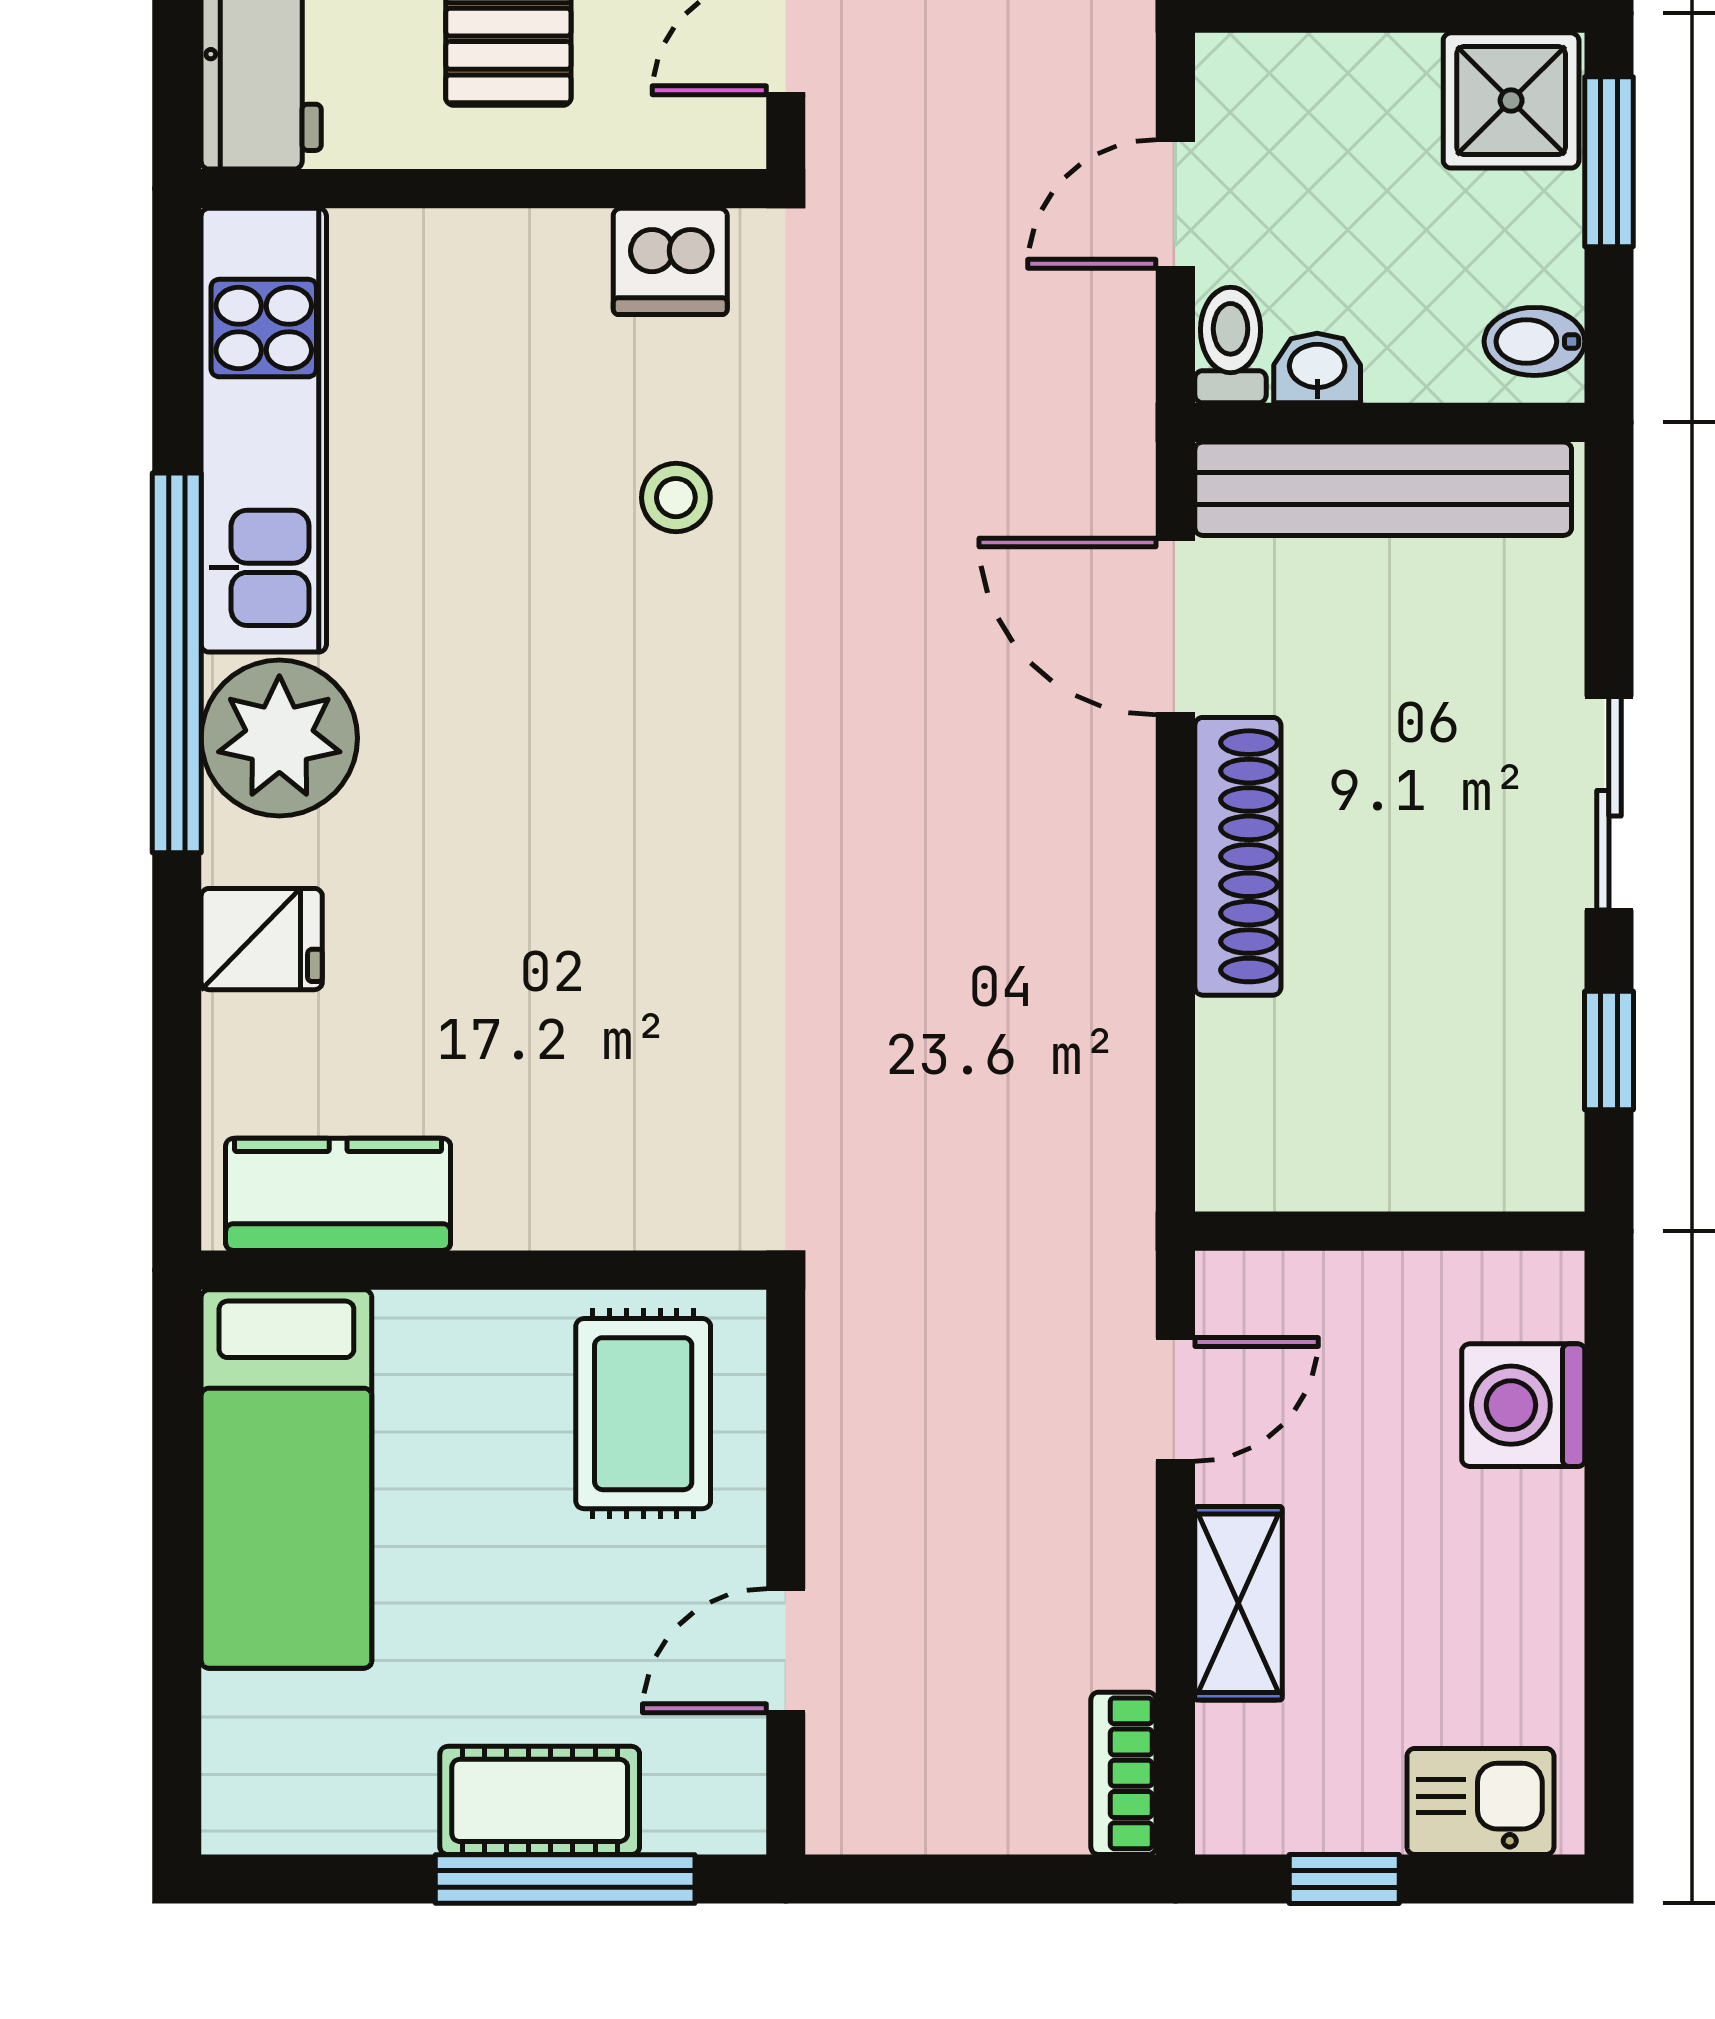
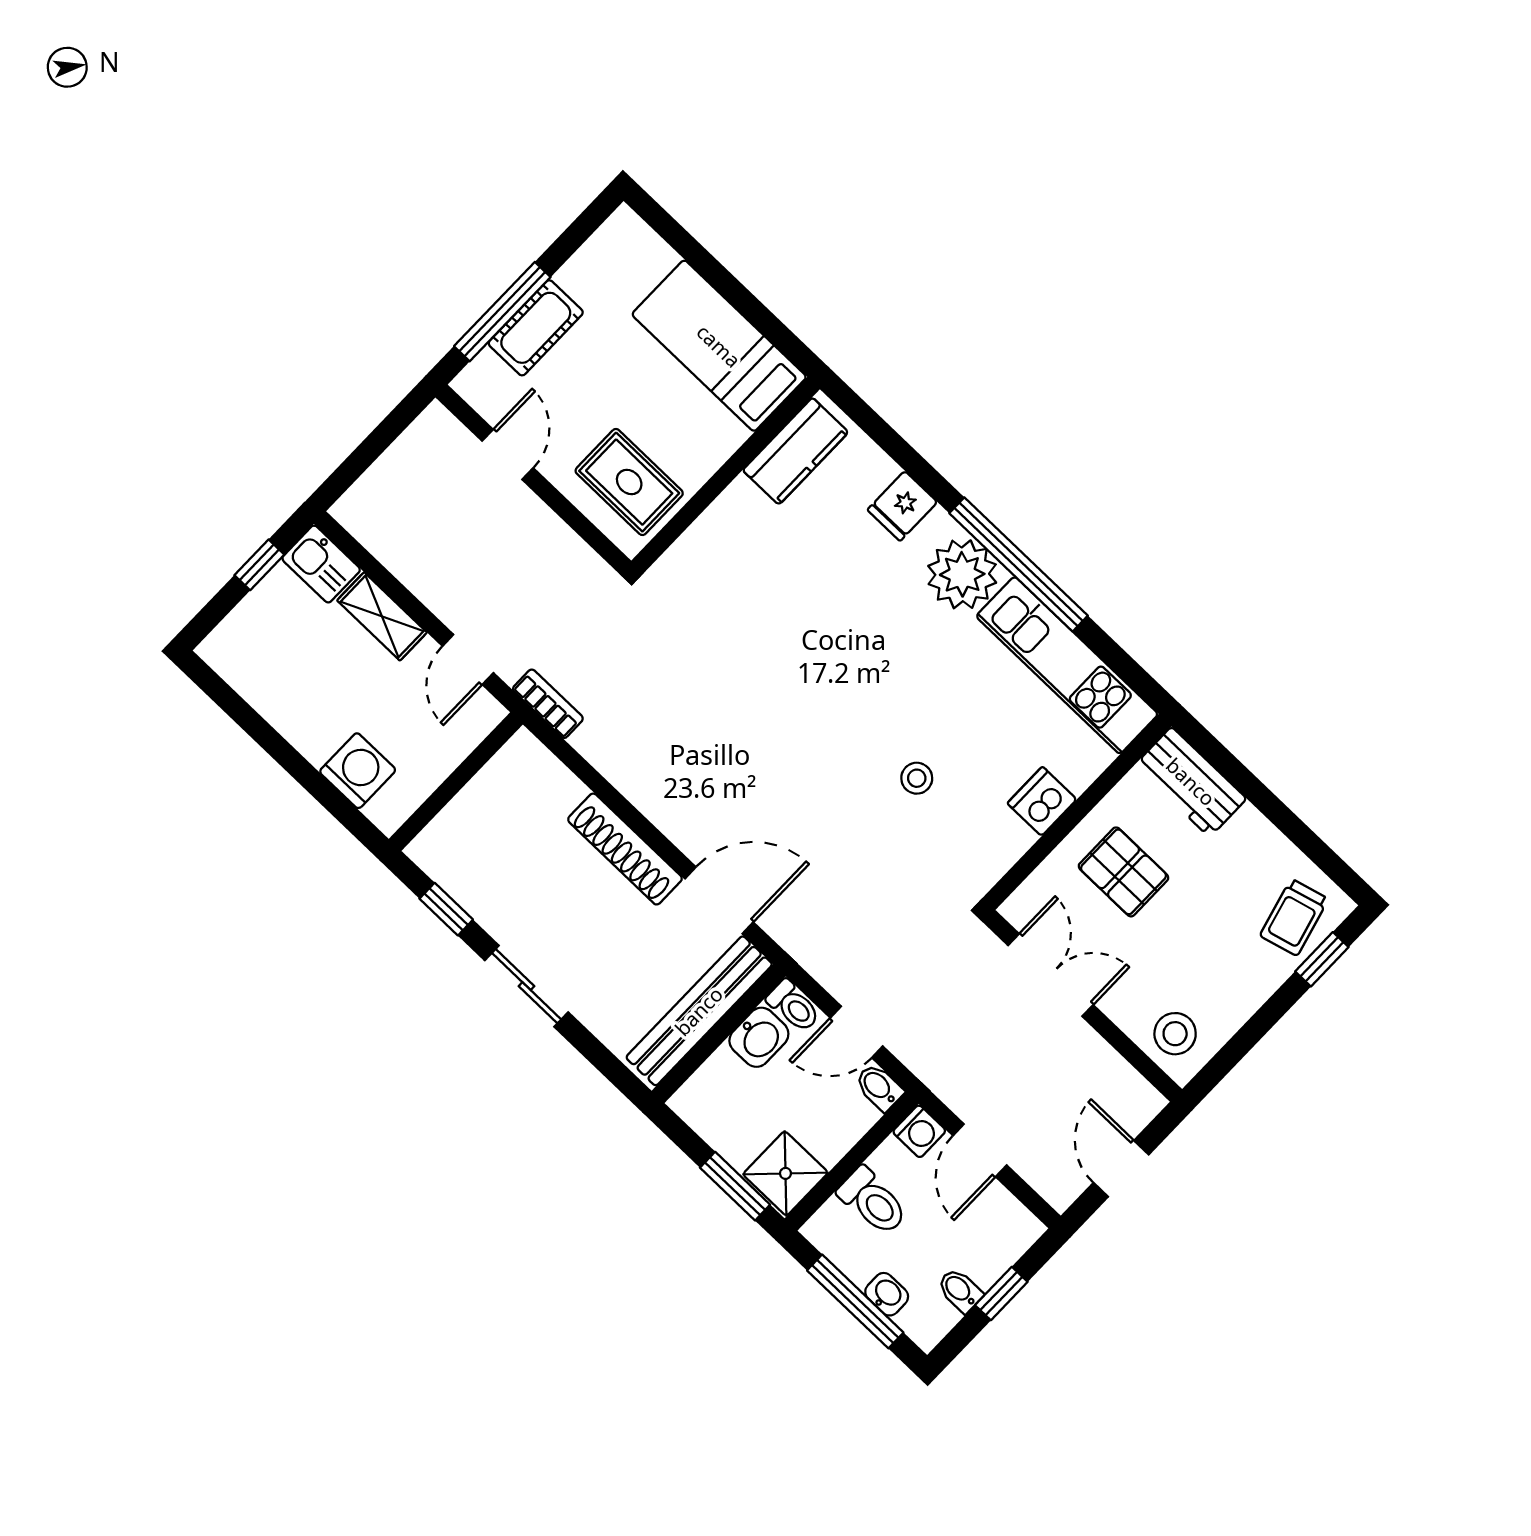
door: (1175, 204) -> (856, 1032), swing flipped
dishwasher: (670, 261) -> (1042, 801), moved
bidet: (1534, 341) -> (879, 1087), moved, turned -90
washbasin: (1317, 368) -> (759, 1037), width x1.38, depth x1.45
bookcase: (1123, 1773) -> (548, 704), moved
kitchen sink: (1480, 1801) -> (321, 564), moved, turned 90

